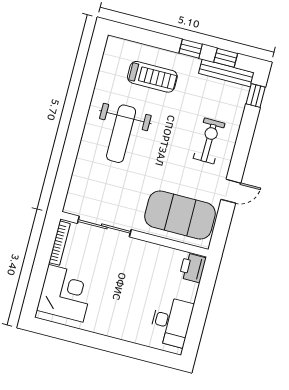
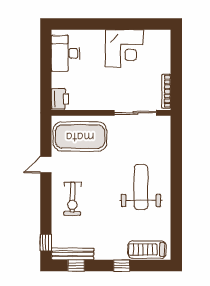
window: (191, 49) -> (122, 265), moved
treadmill: (152, 77) -> (147, 250), moved
corner desk: (66, 293) -> (124, 48), moved, turned -90

